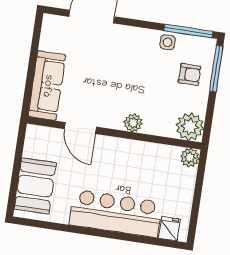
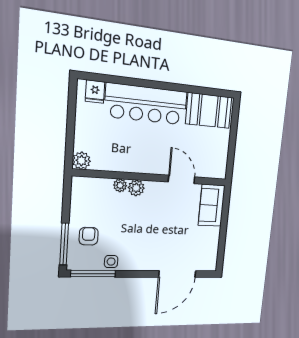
armchair: (190, 74) -> (89, 236), turned 90
sofa: (47, 86) -> (212, 205), width x0.73
plant: (190, 127) -> (120, 185), moved, width x0.53, depth x0.53
booth: (35, 186) -> (209, 111), moved, turned 90

